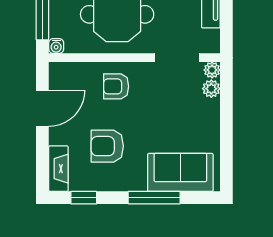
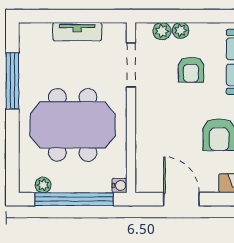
plant: (212, 70) -> (181, 30), moved
armchair: (116, 86) -> (191, 70), moved

